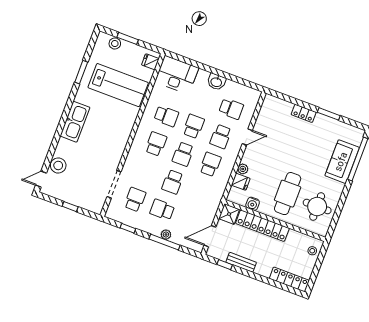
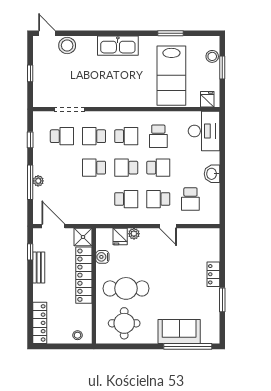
school desk: (162, 210) -> (94, 136), moved, turned -90

